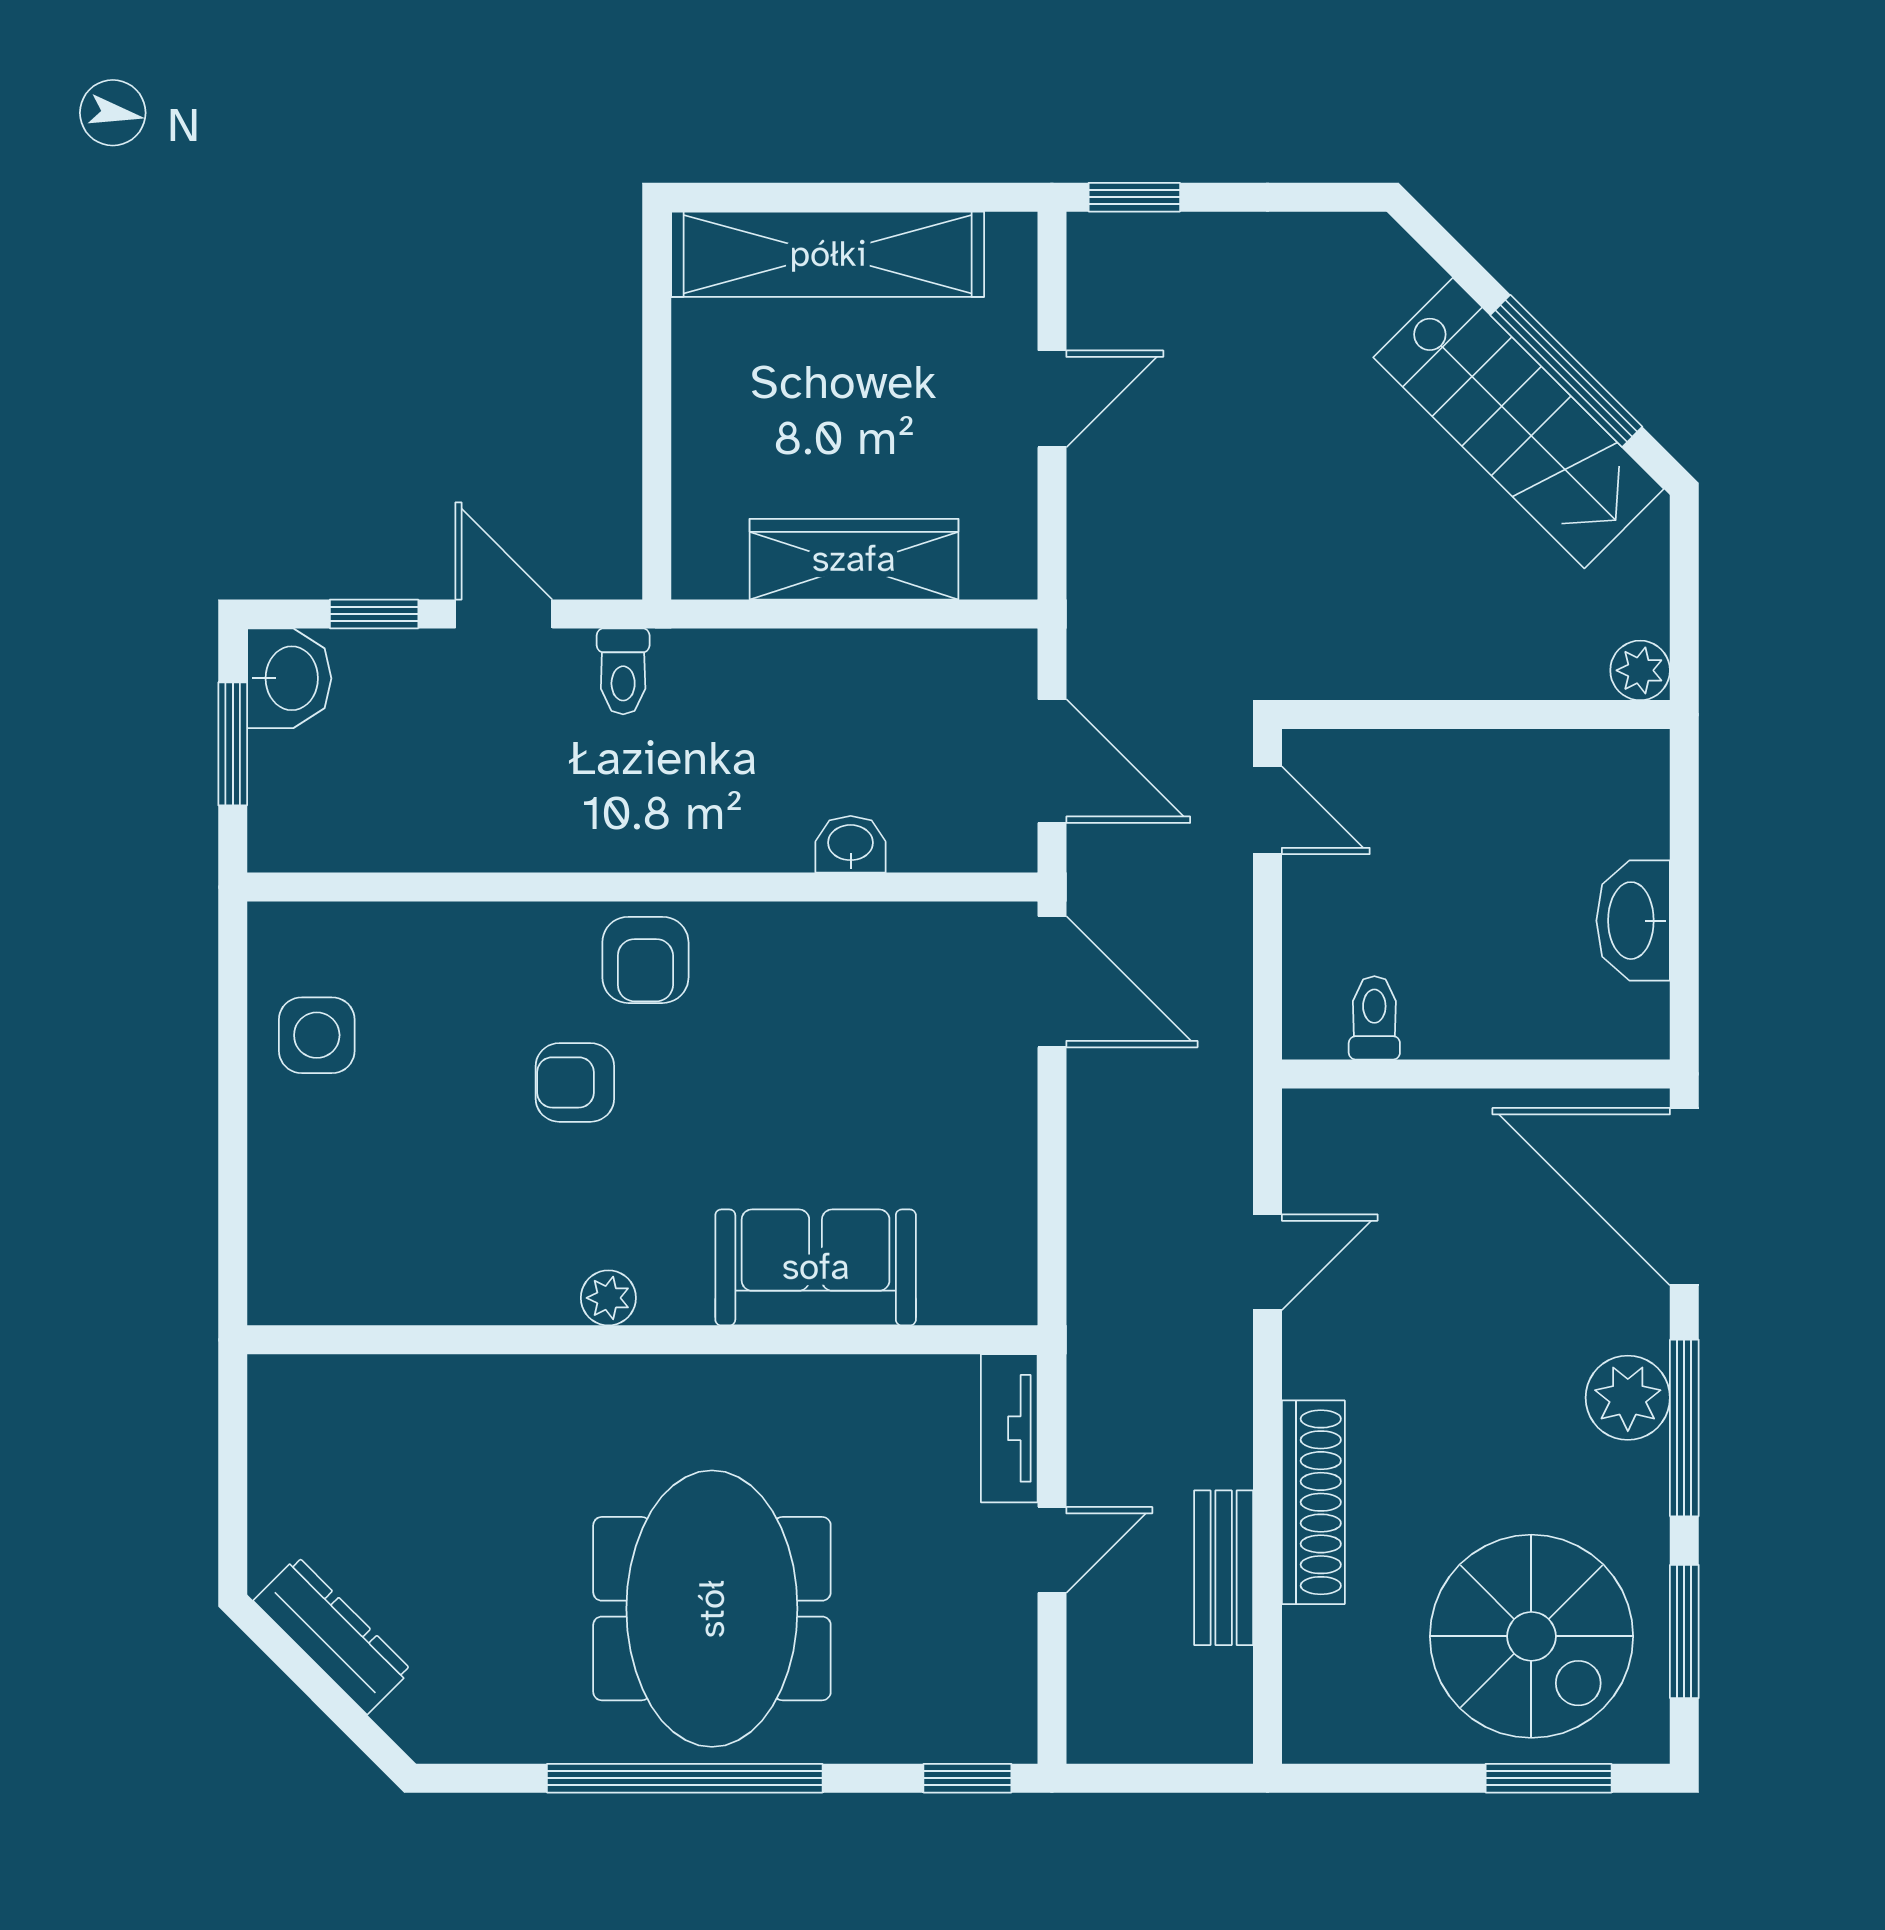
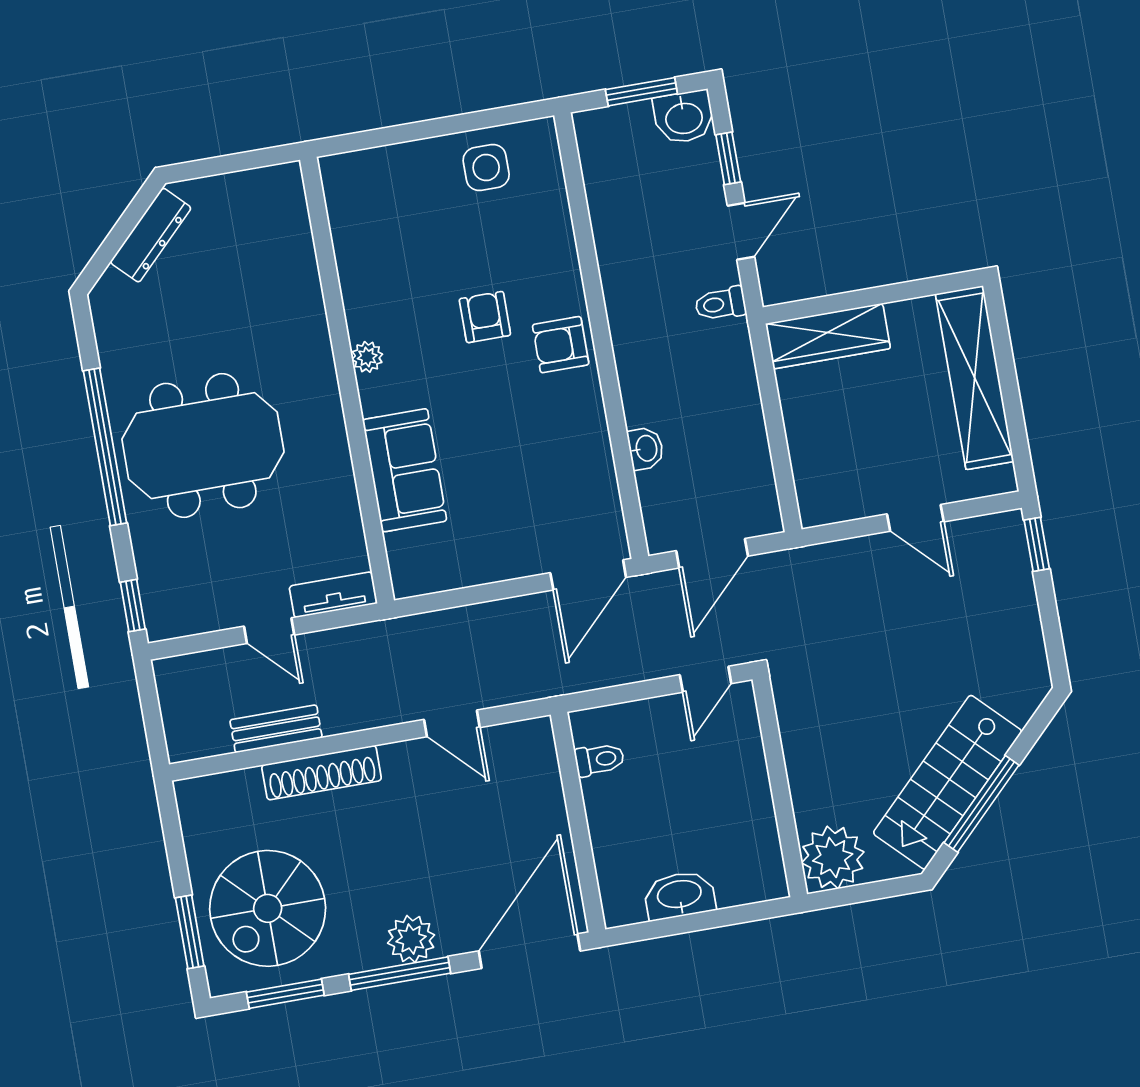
wardrobe: (854, 559) -> (828, 336), moved, turned 90
plant: (1640, 670) -> (833, 857), width x1.88, depth x1.88

